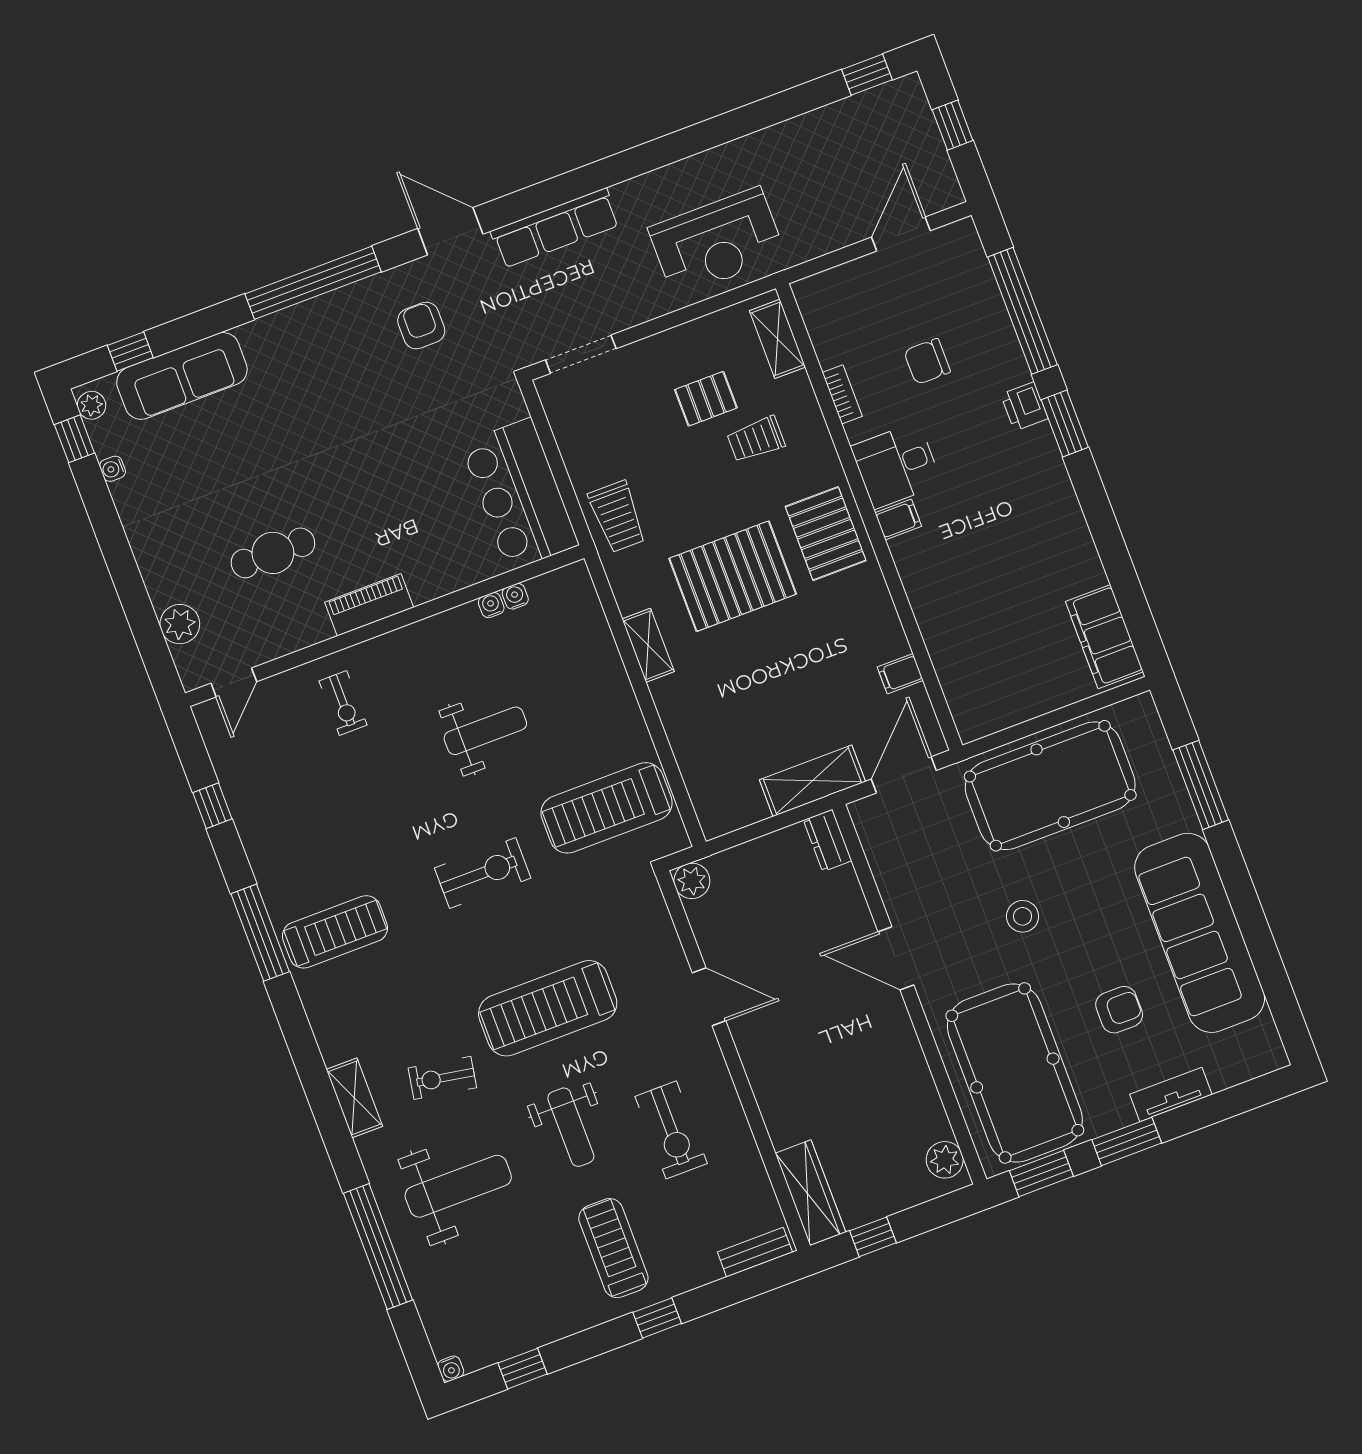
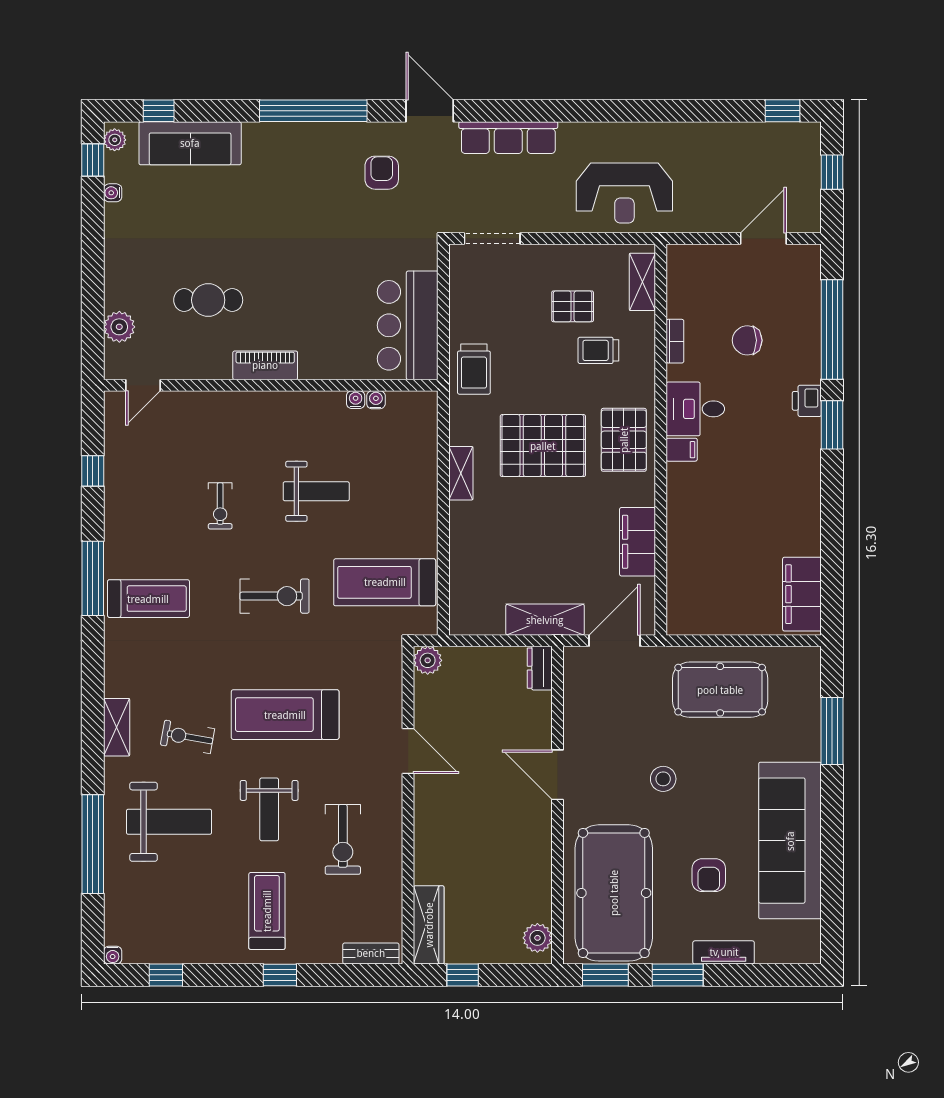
filing cabinet: (900, 674) -> (638, 542), width x3.00, depth x1.17
exercise bike: (343, 703) -> (220, 506), moved
pool table: (1050, 786) -> (720, 690), width x0.73, depth x0.76
armchair: (1119, 1010) -> (709, 875), turned 90

